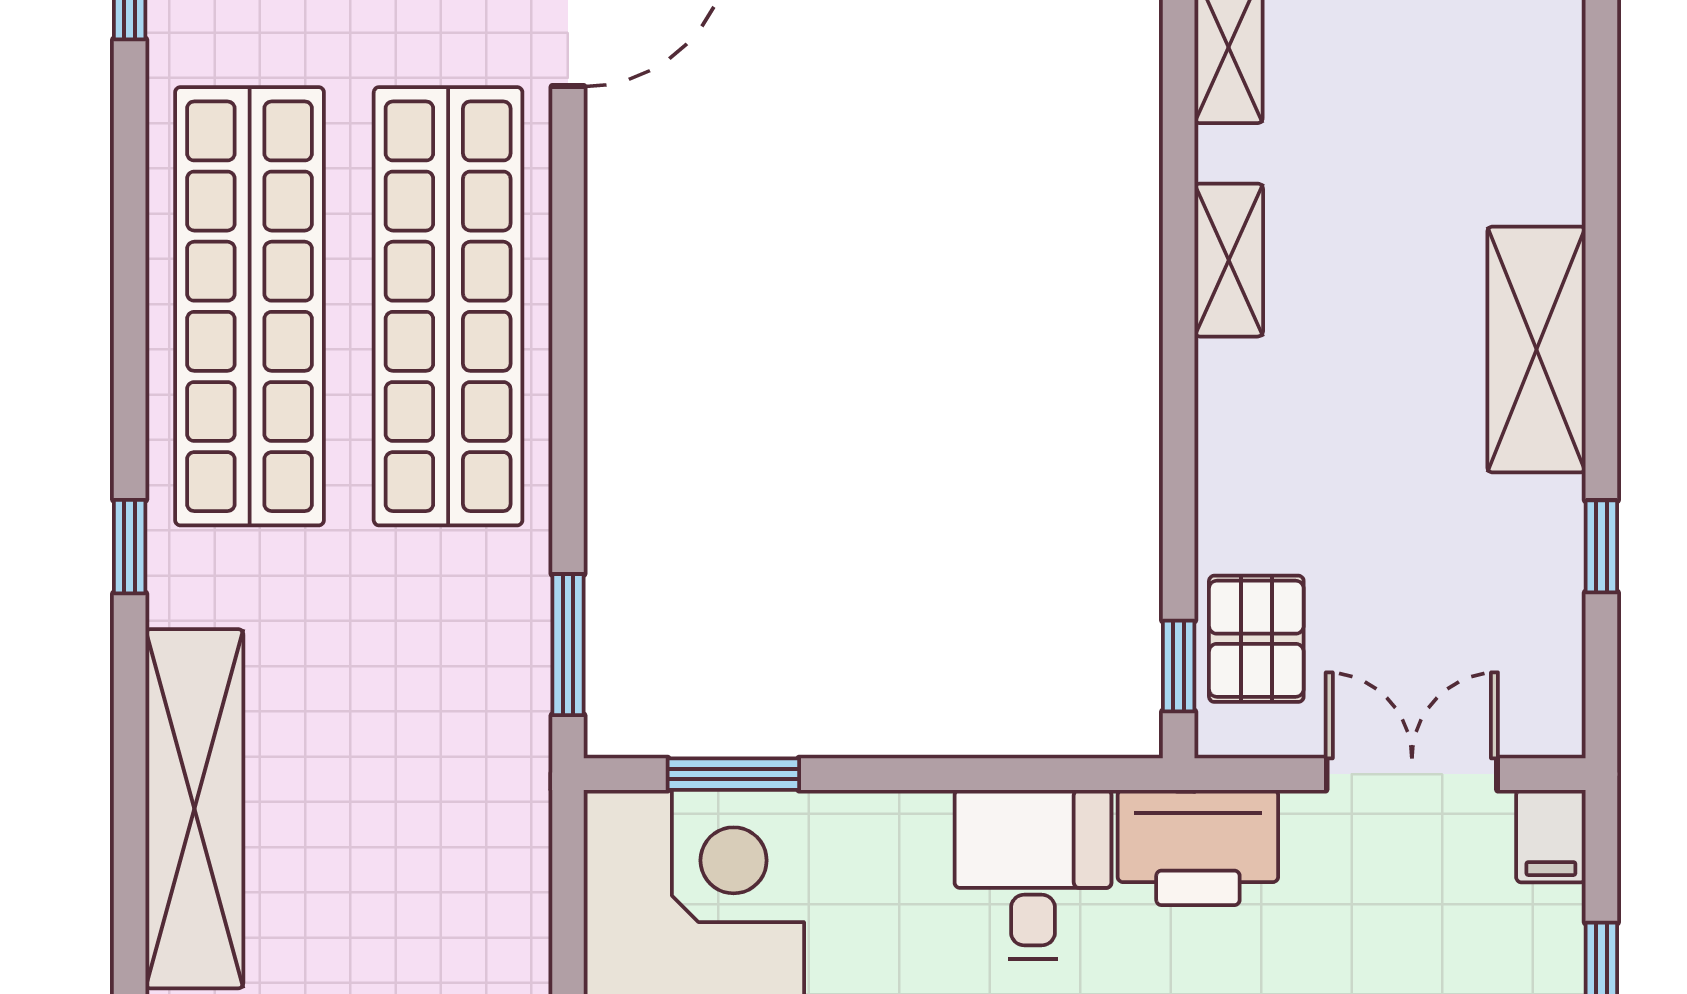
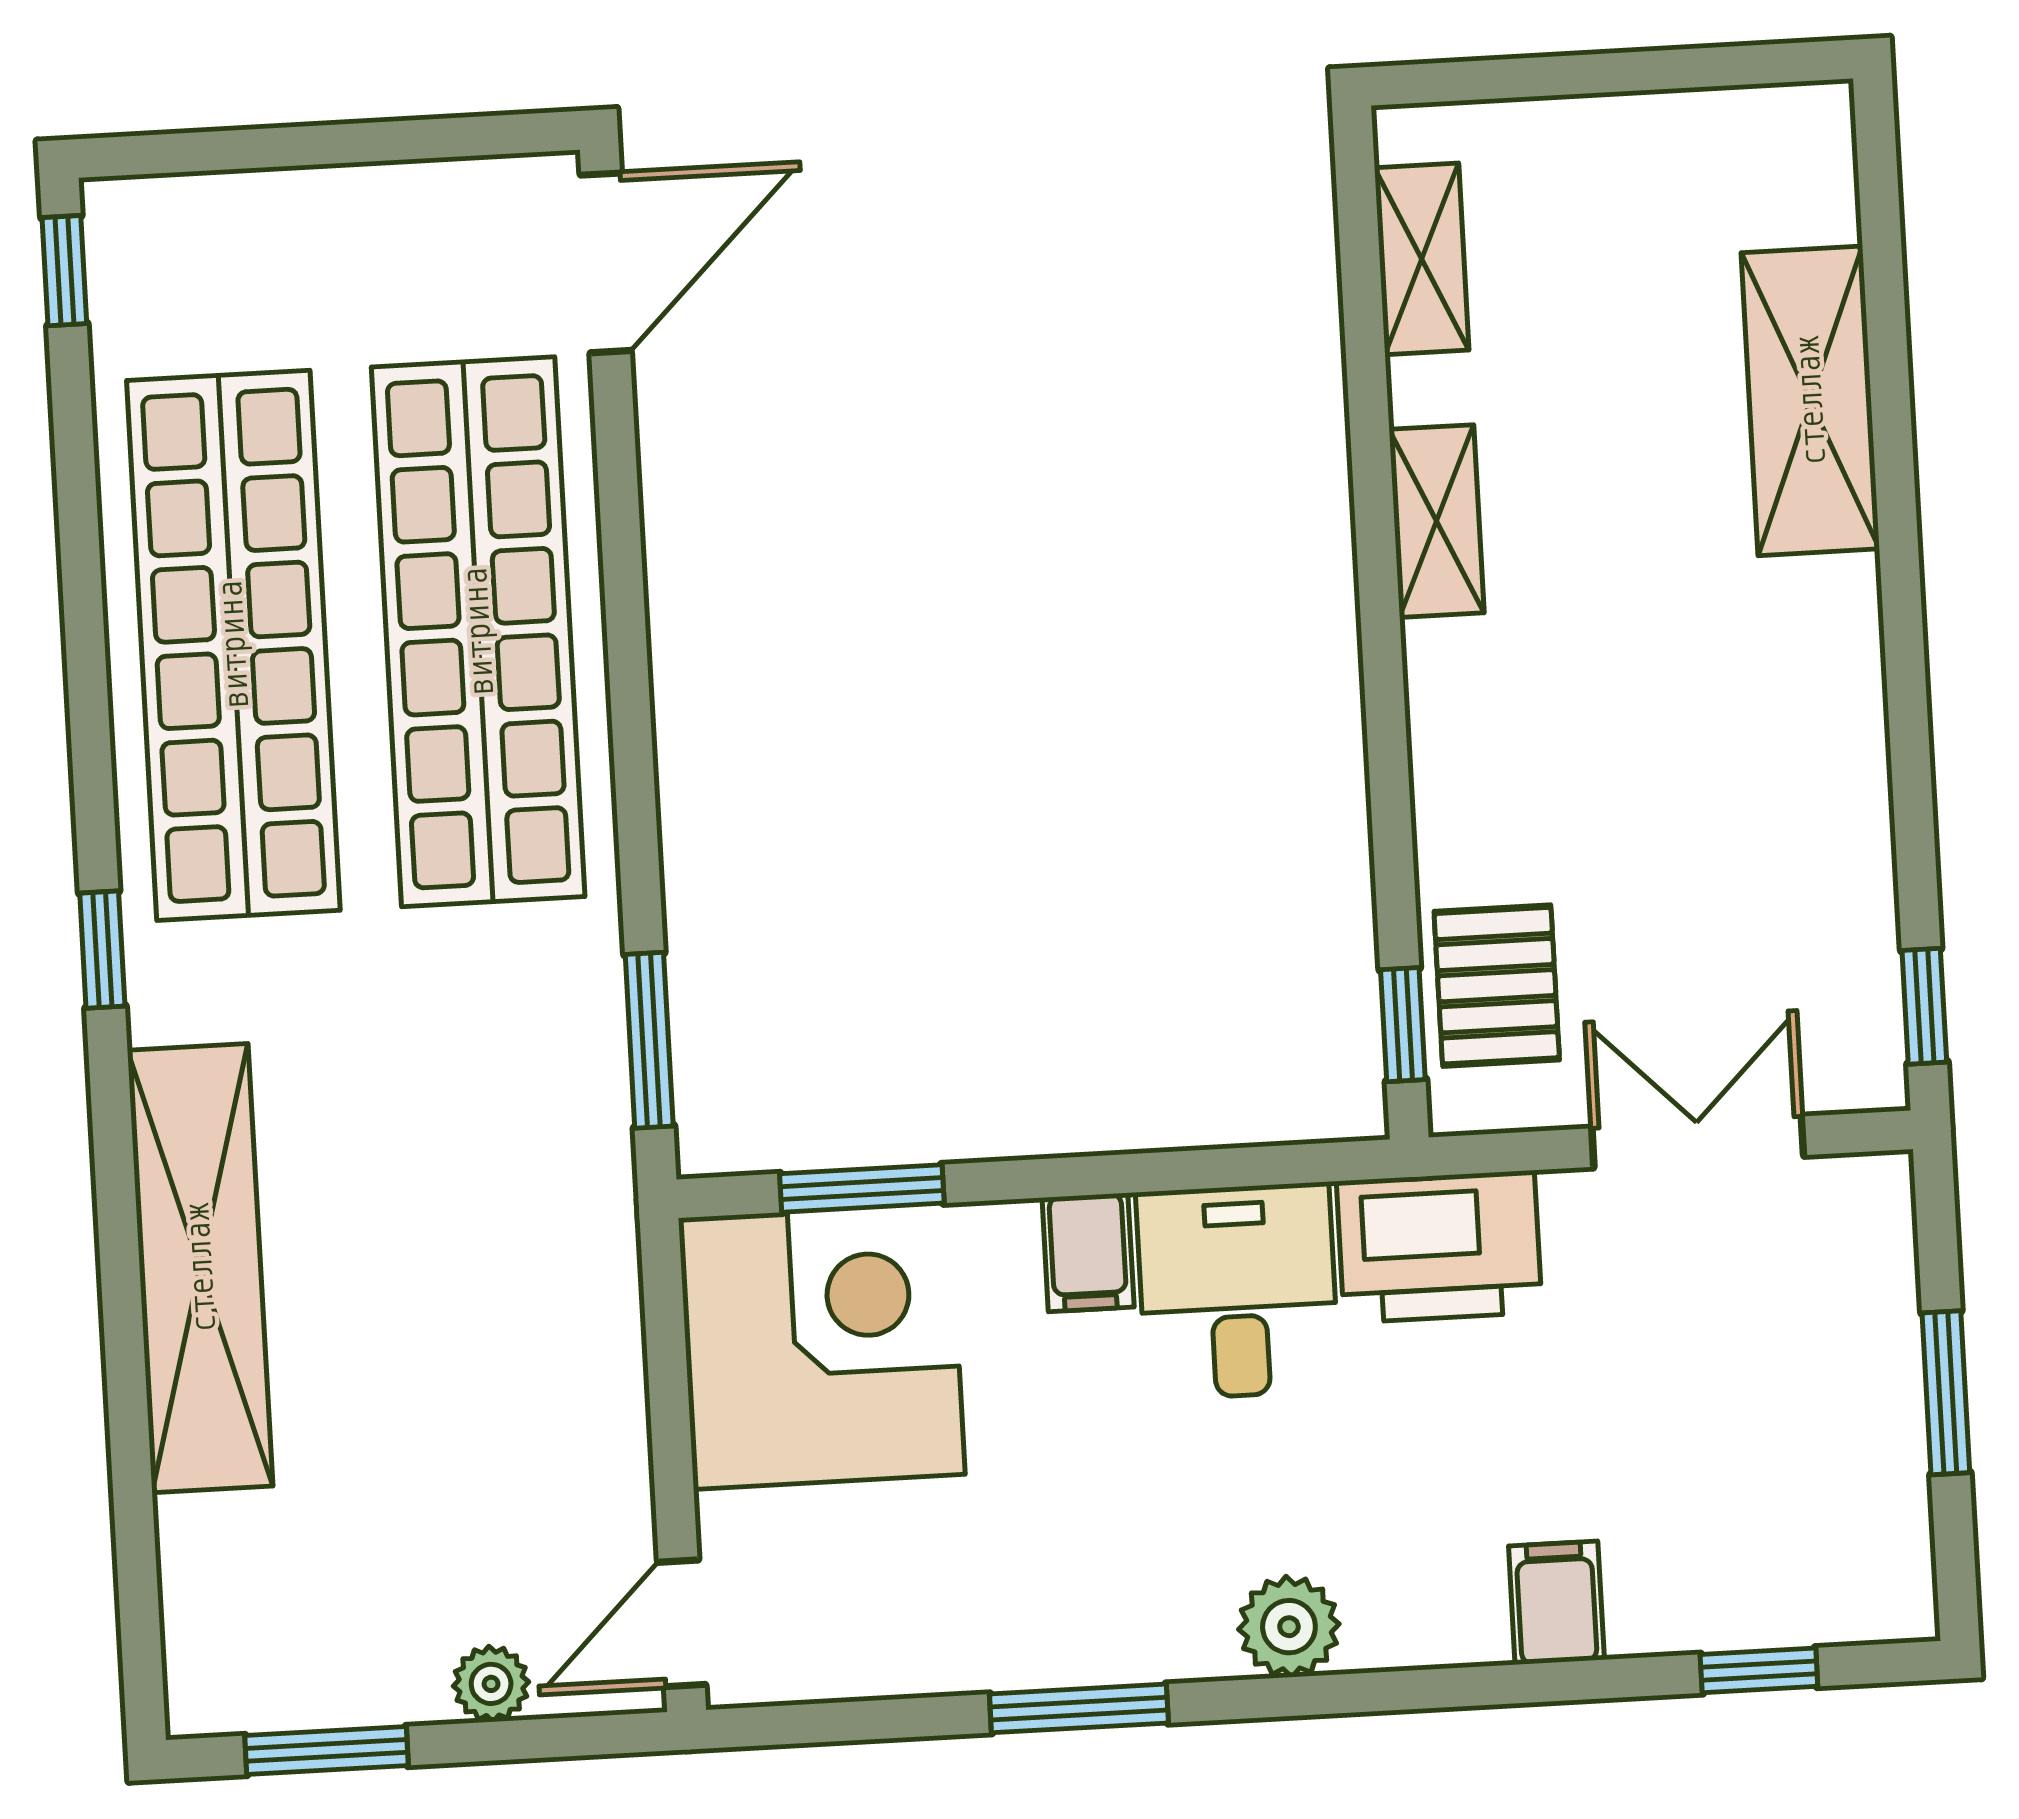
shelving: (1537, 350) -> (1810, 401), moved
window: (1601, 546) -> (1924, 1006), moved
filing cabinet: (1551, 836) -> (1088, 1252), moved

